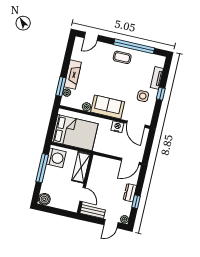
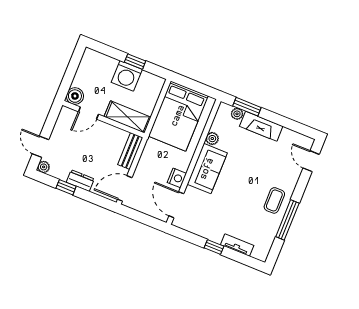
window: (134, 46) -> (287, 220), width x0.68
side table: (143, 96) -> (215, 221), removed
door: (136, 124) -> (176, 205), hinge flipped
washing machine: (56, 158) -> (127, 76), moved
door: (130, 161) -> (125, 188), hinge flipped
window: (42, 168) -> (135, 62), width x0.46
boiler: (44, 199) -> (75, 96), moved
bench: (93, 212) -> (130, 151), moved

